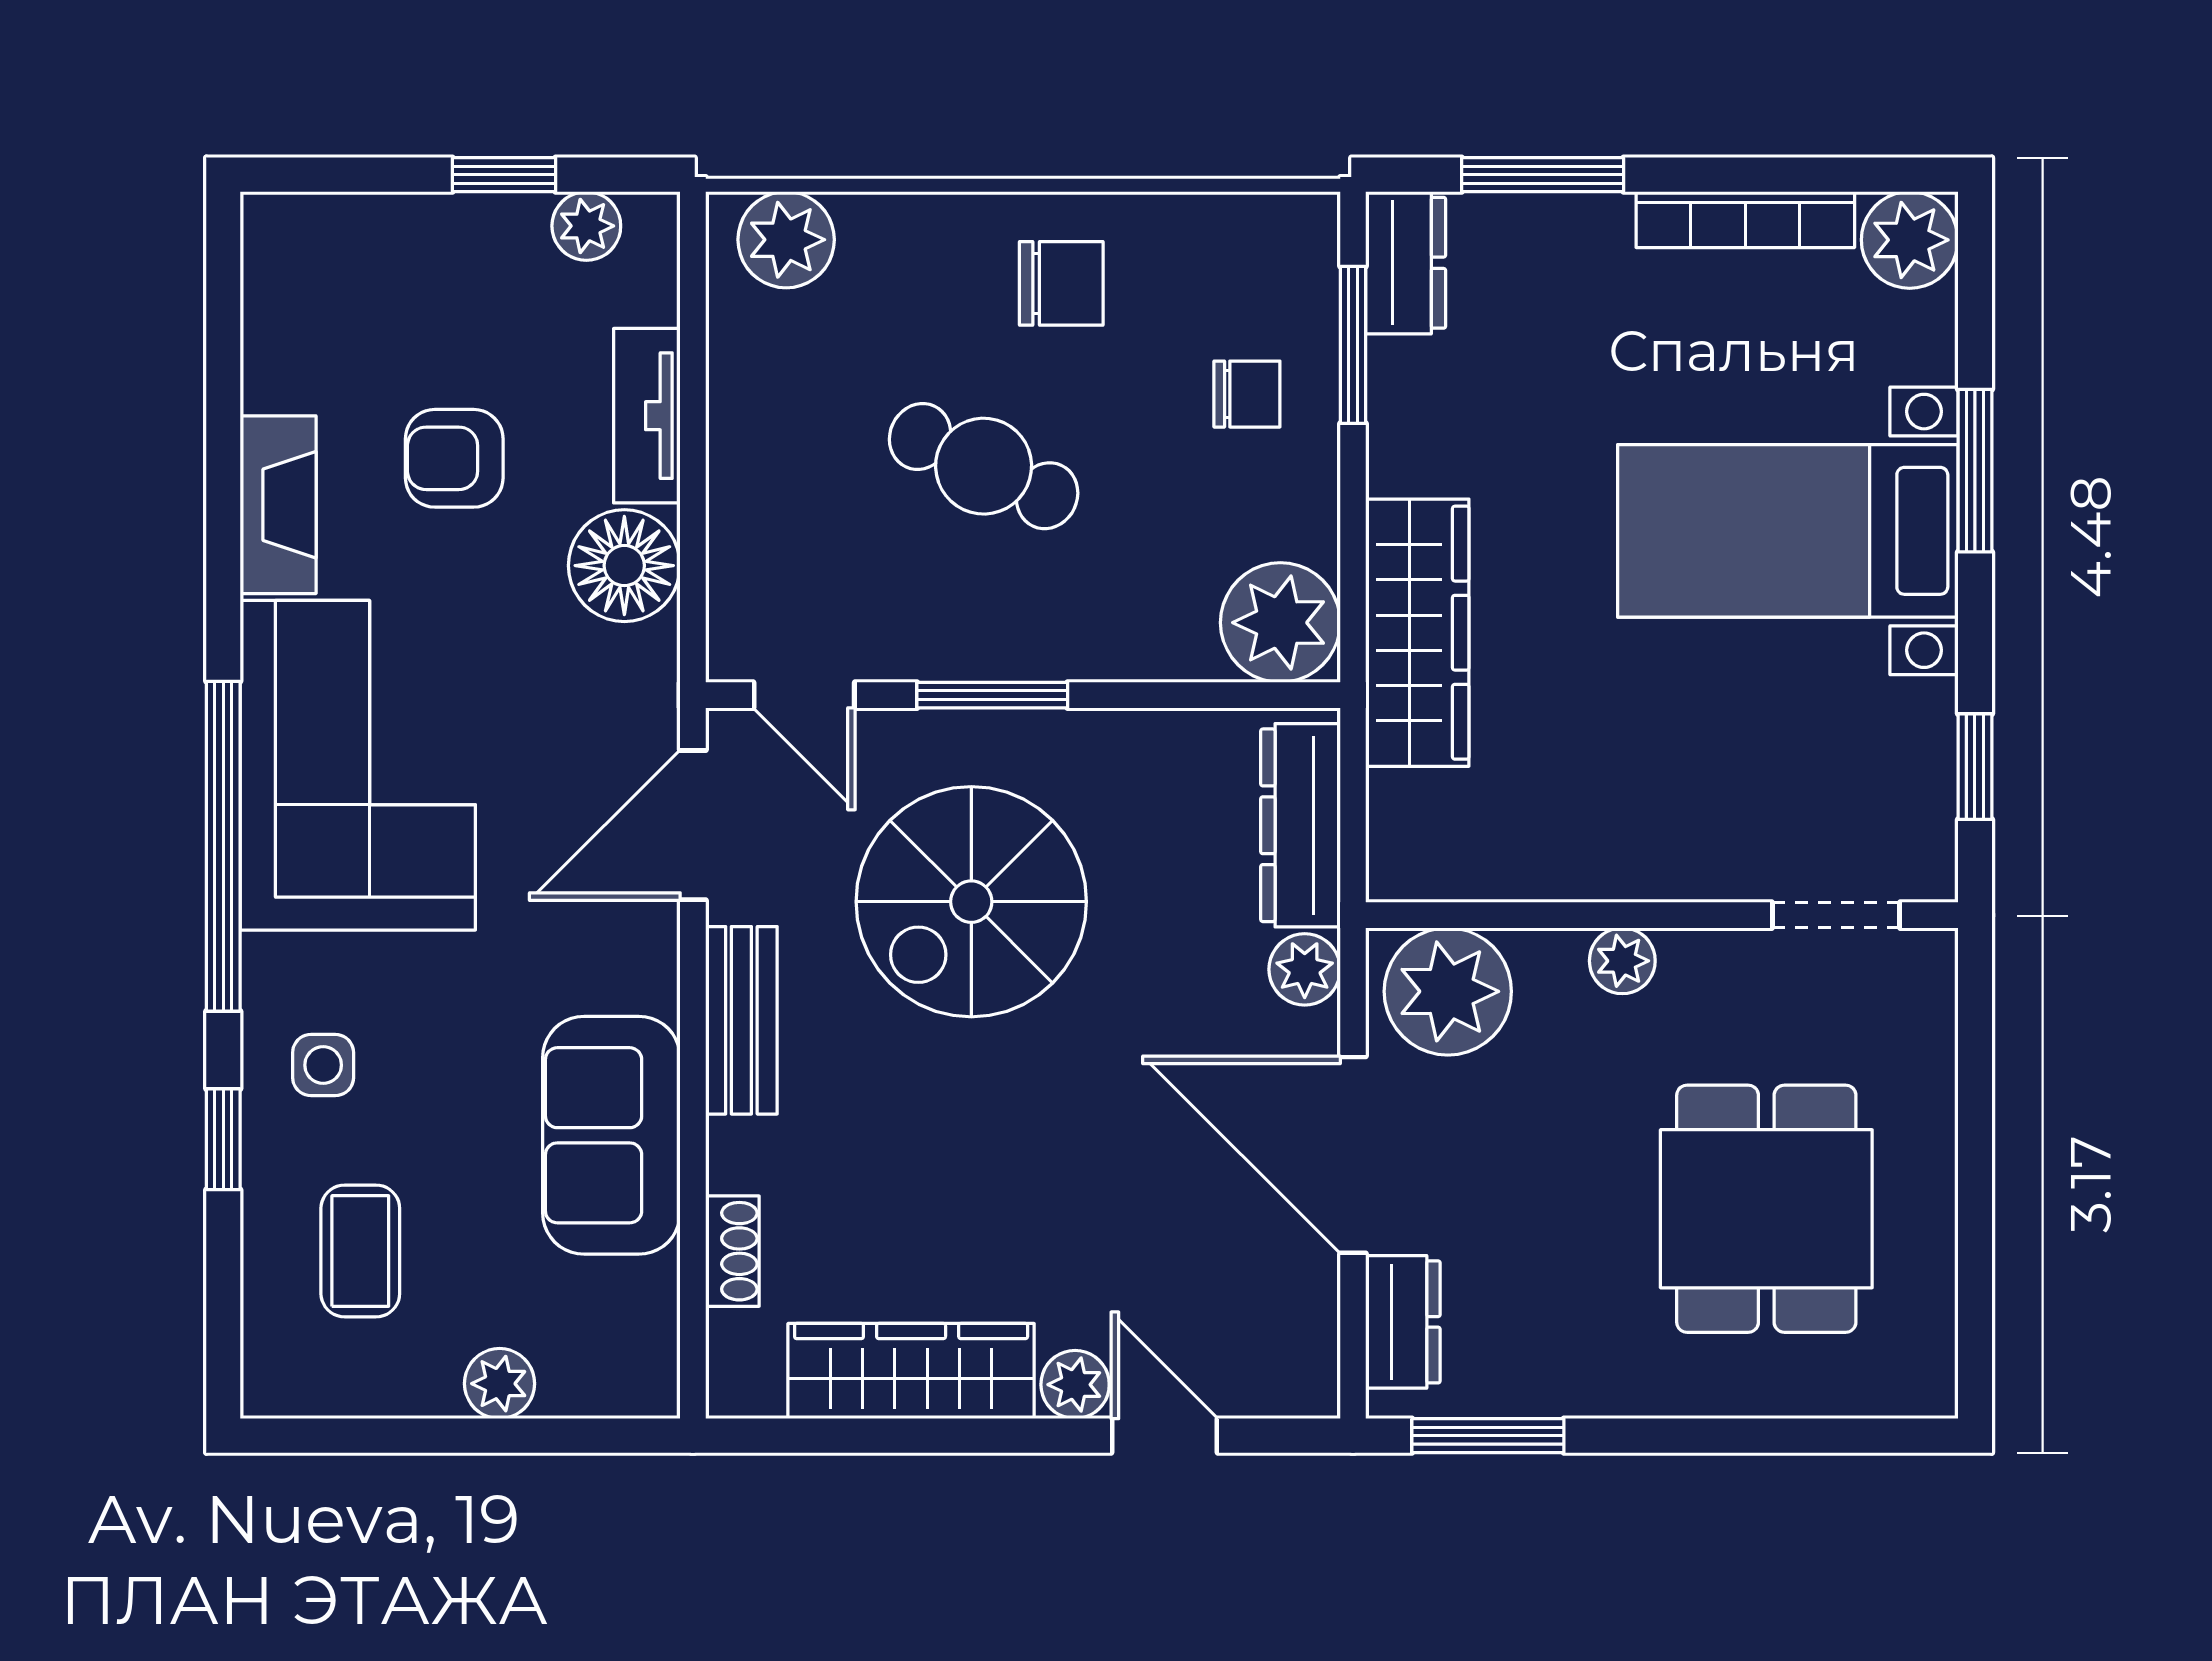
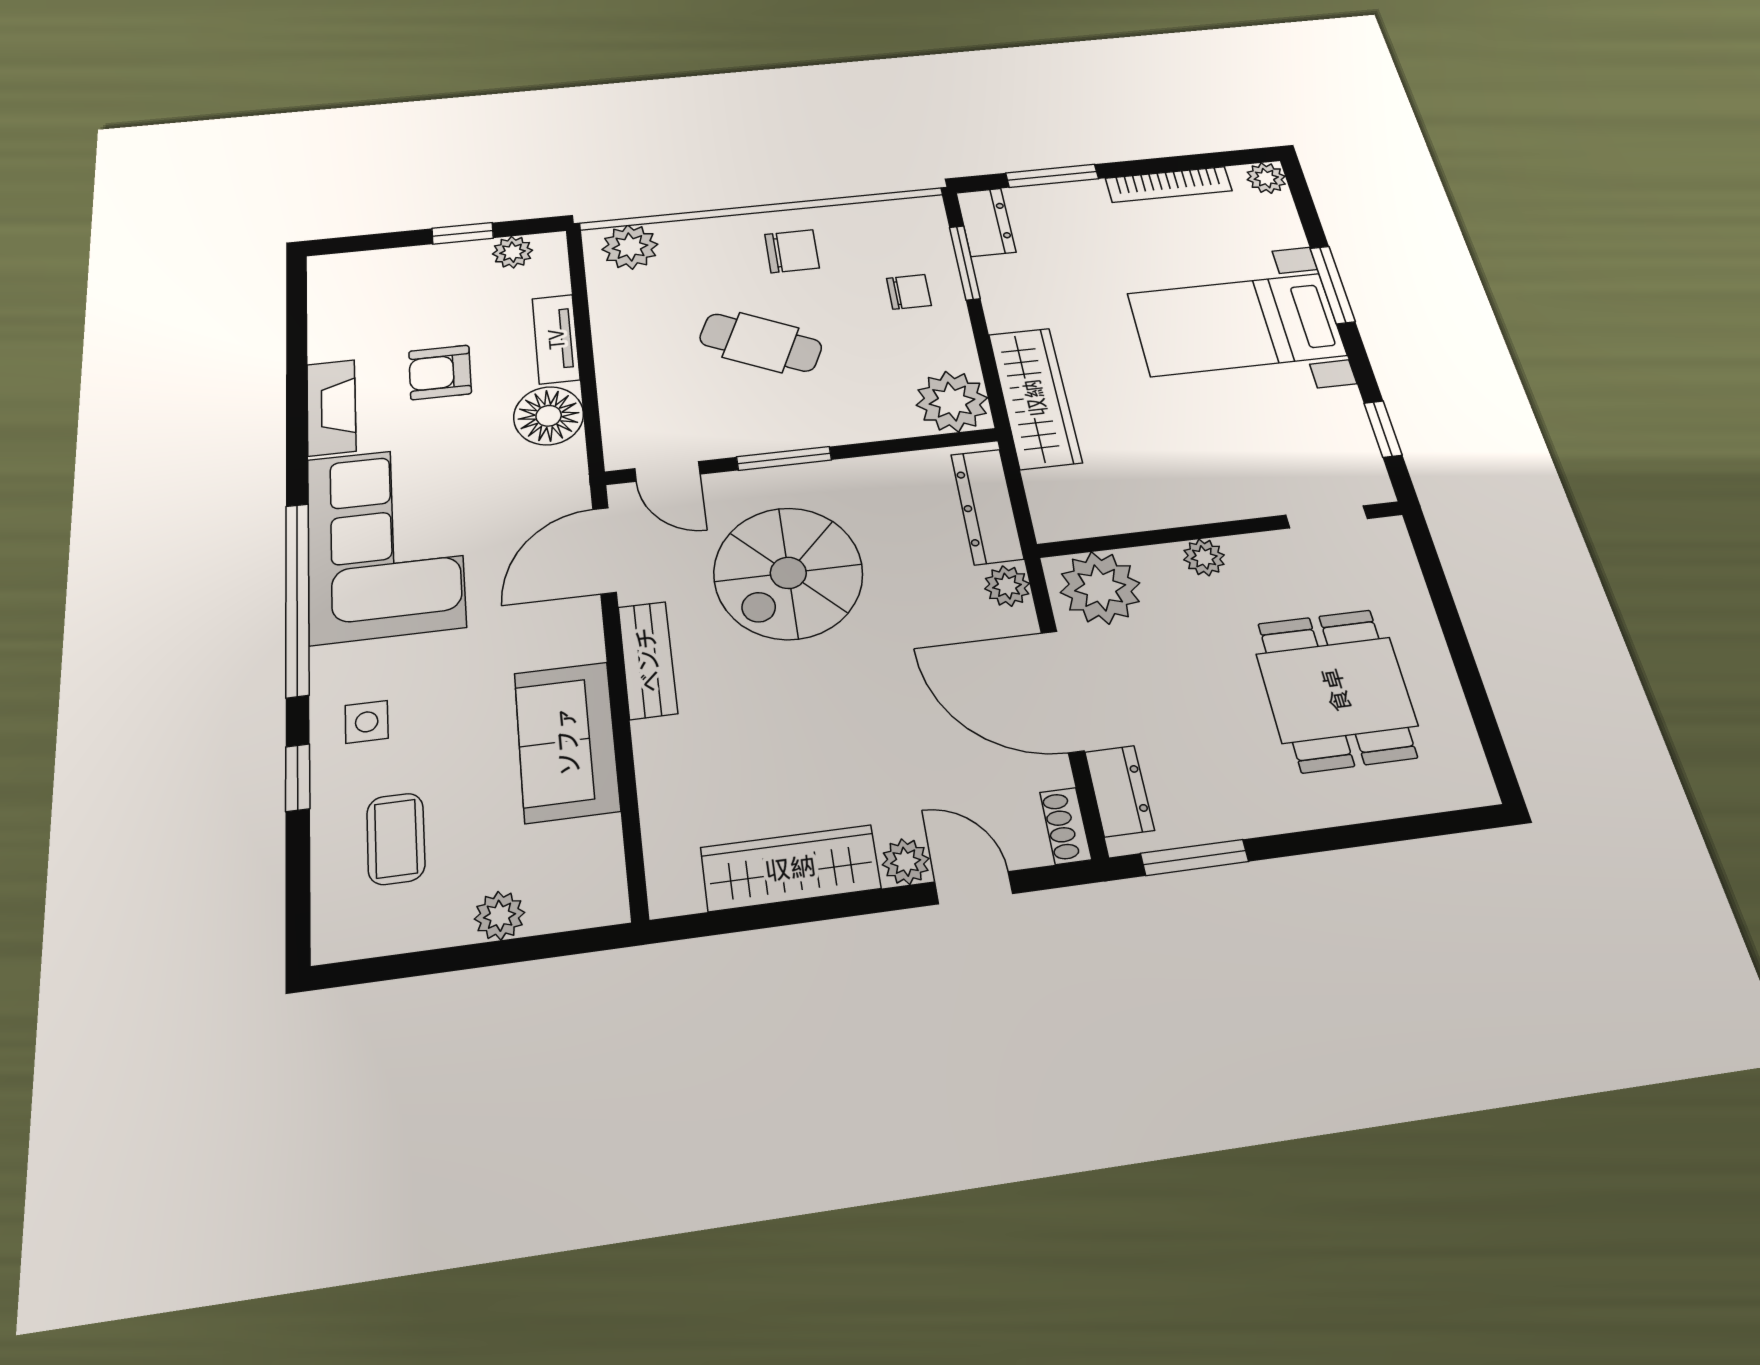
plant: (1910, 240) -> (1266, 178), width x0.73, depth x0.73
shoe rack: (732, 1251) -> (1066, 826), moved, turned 180

